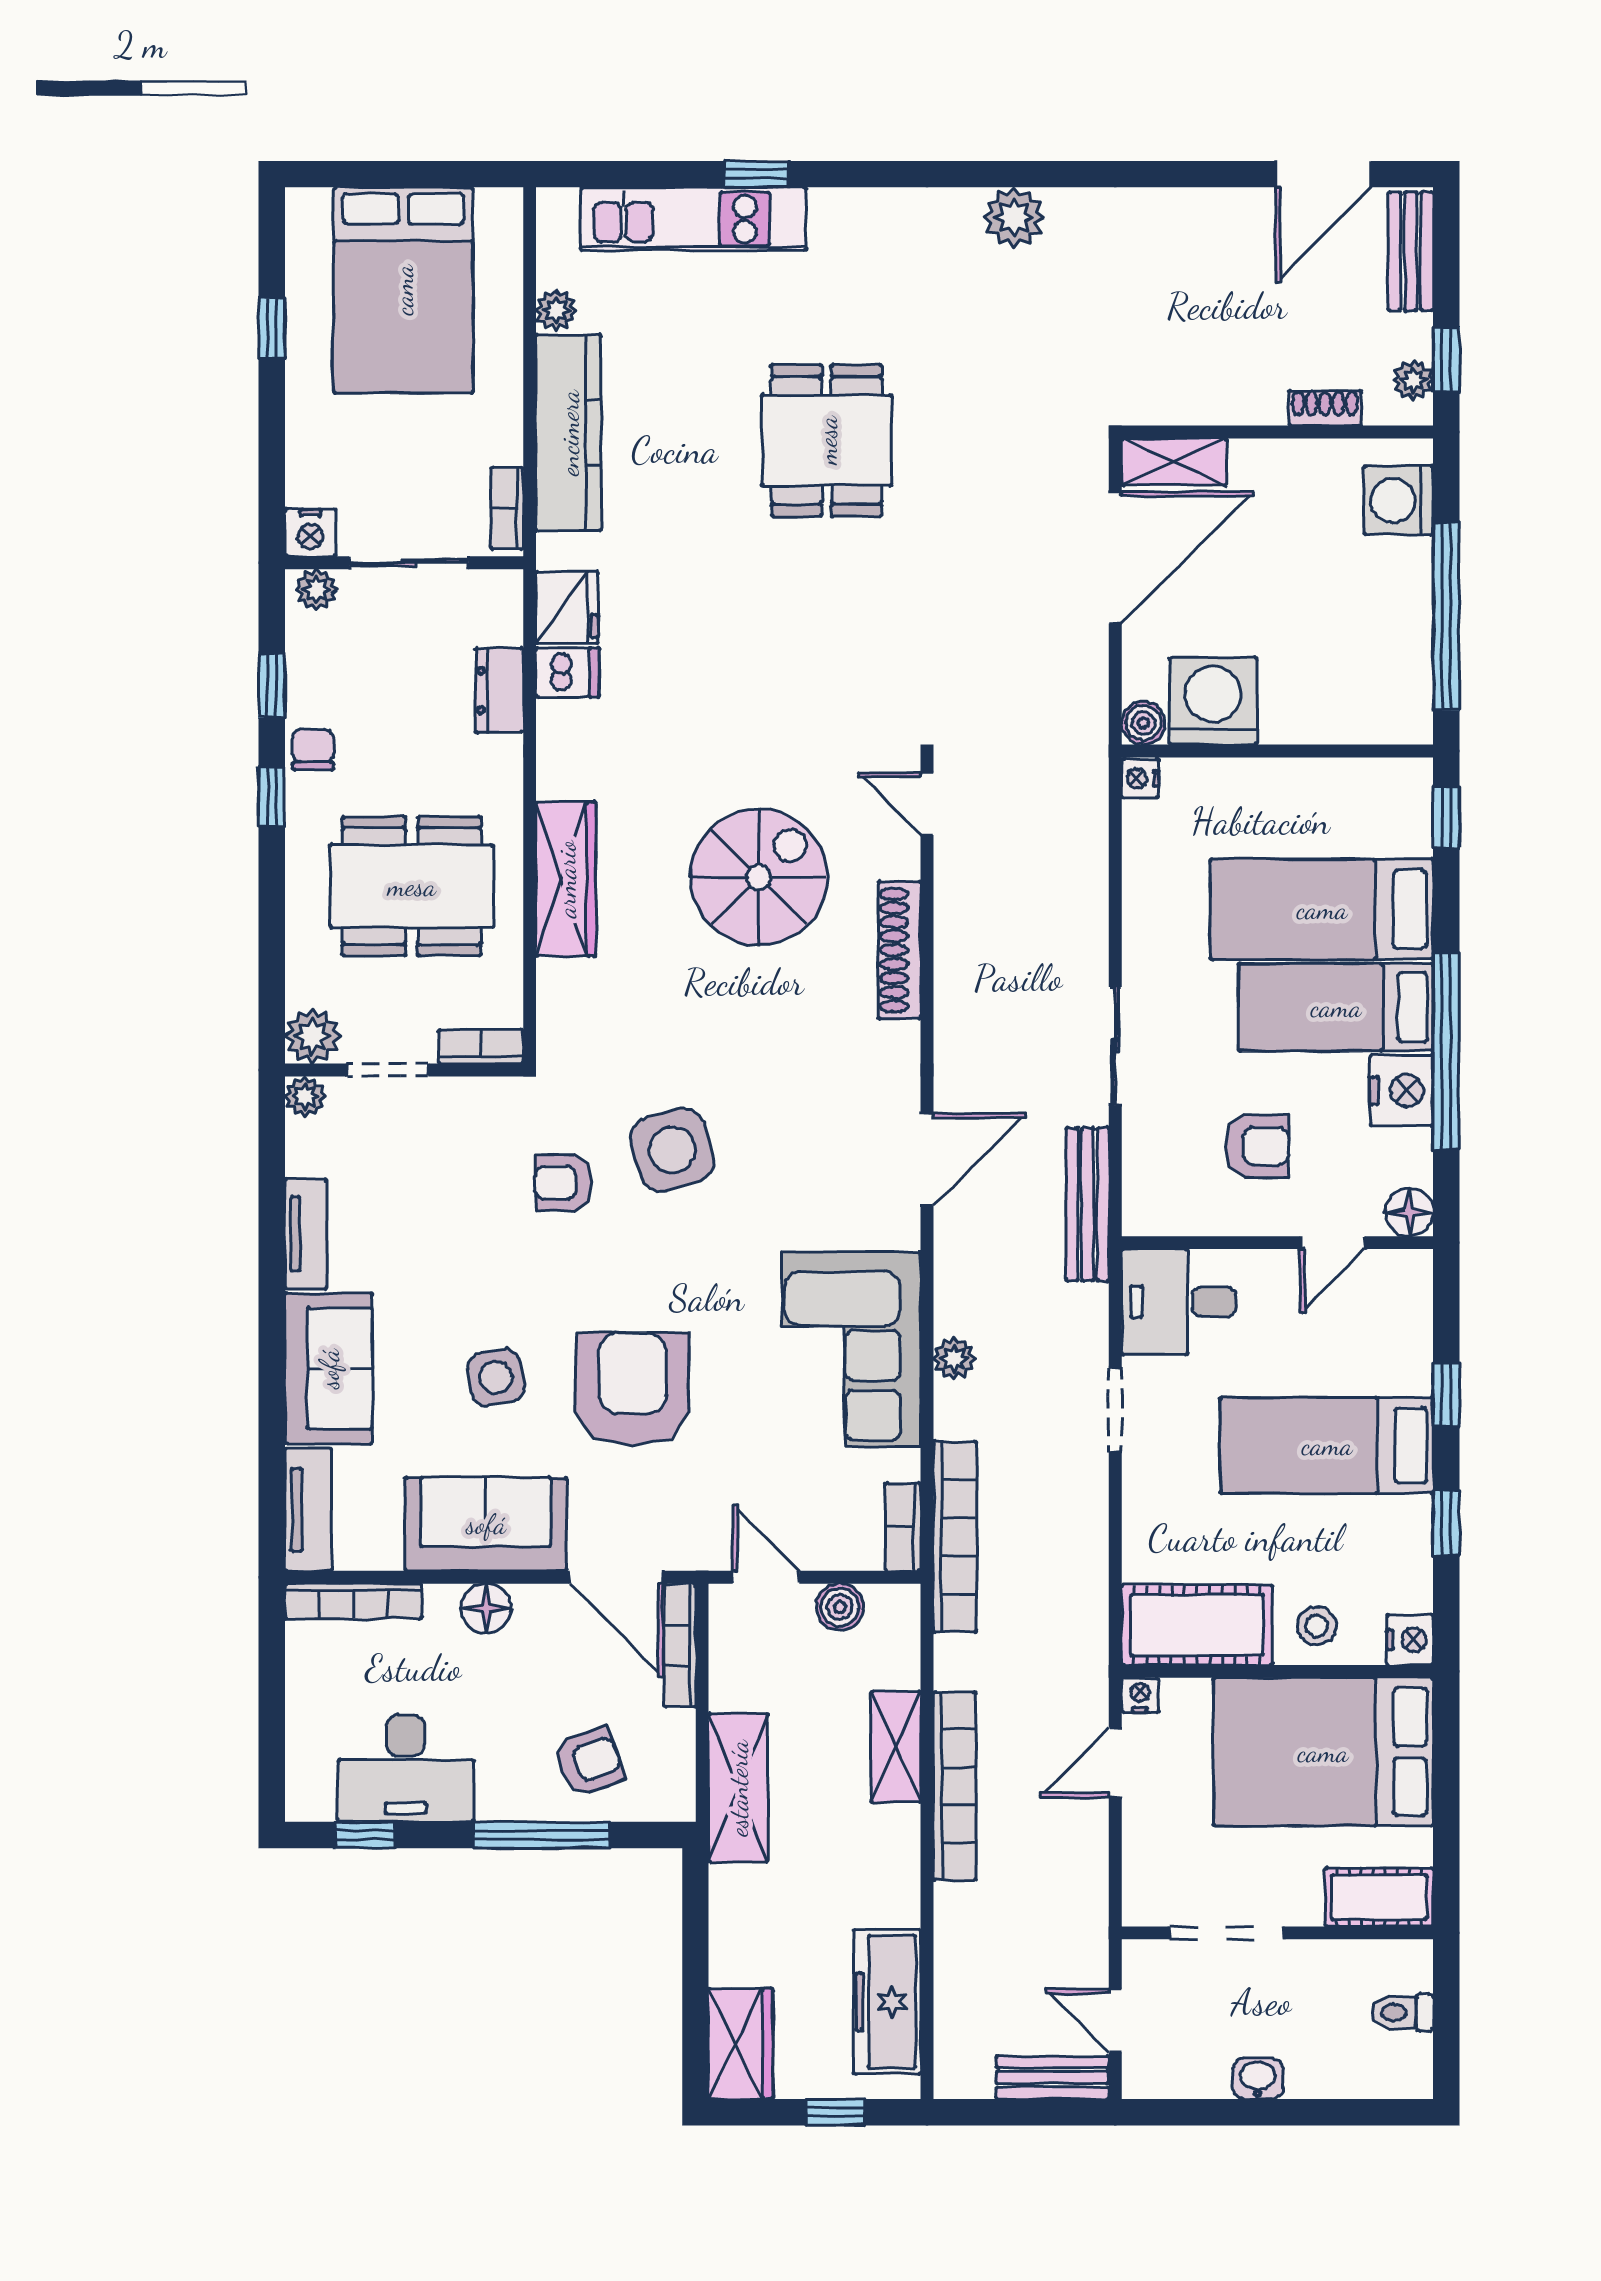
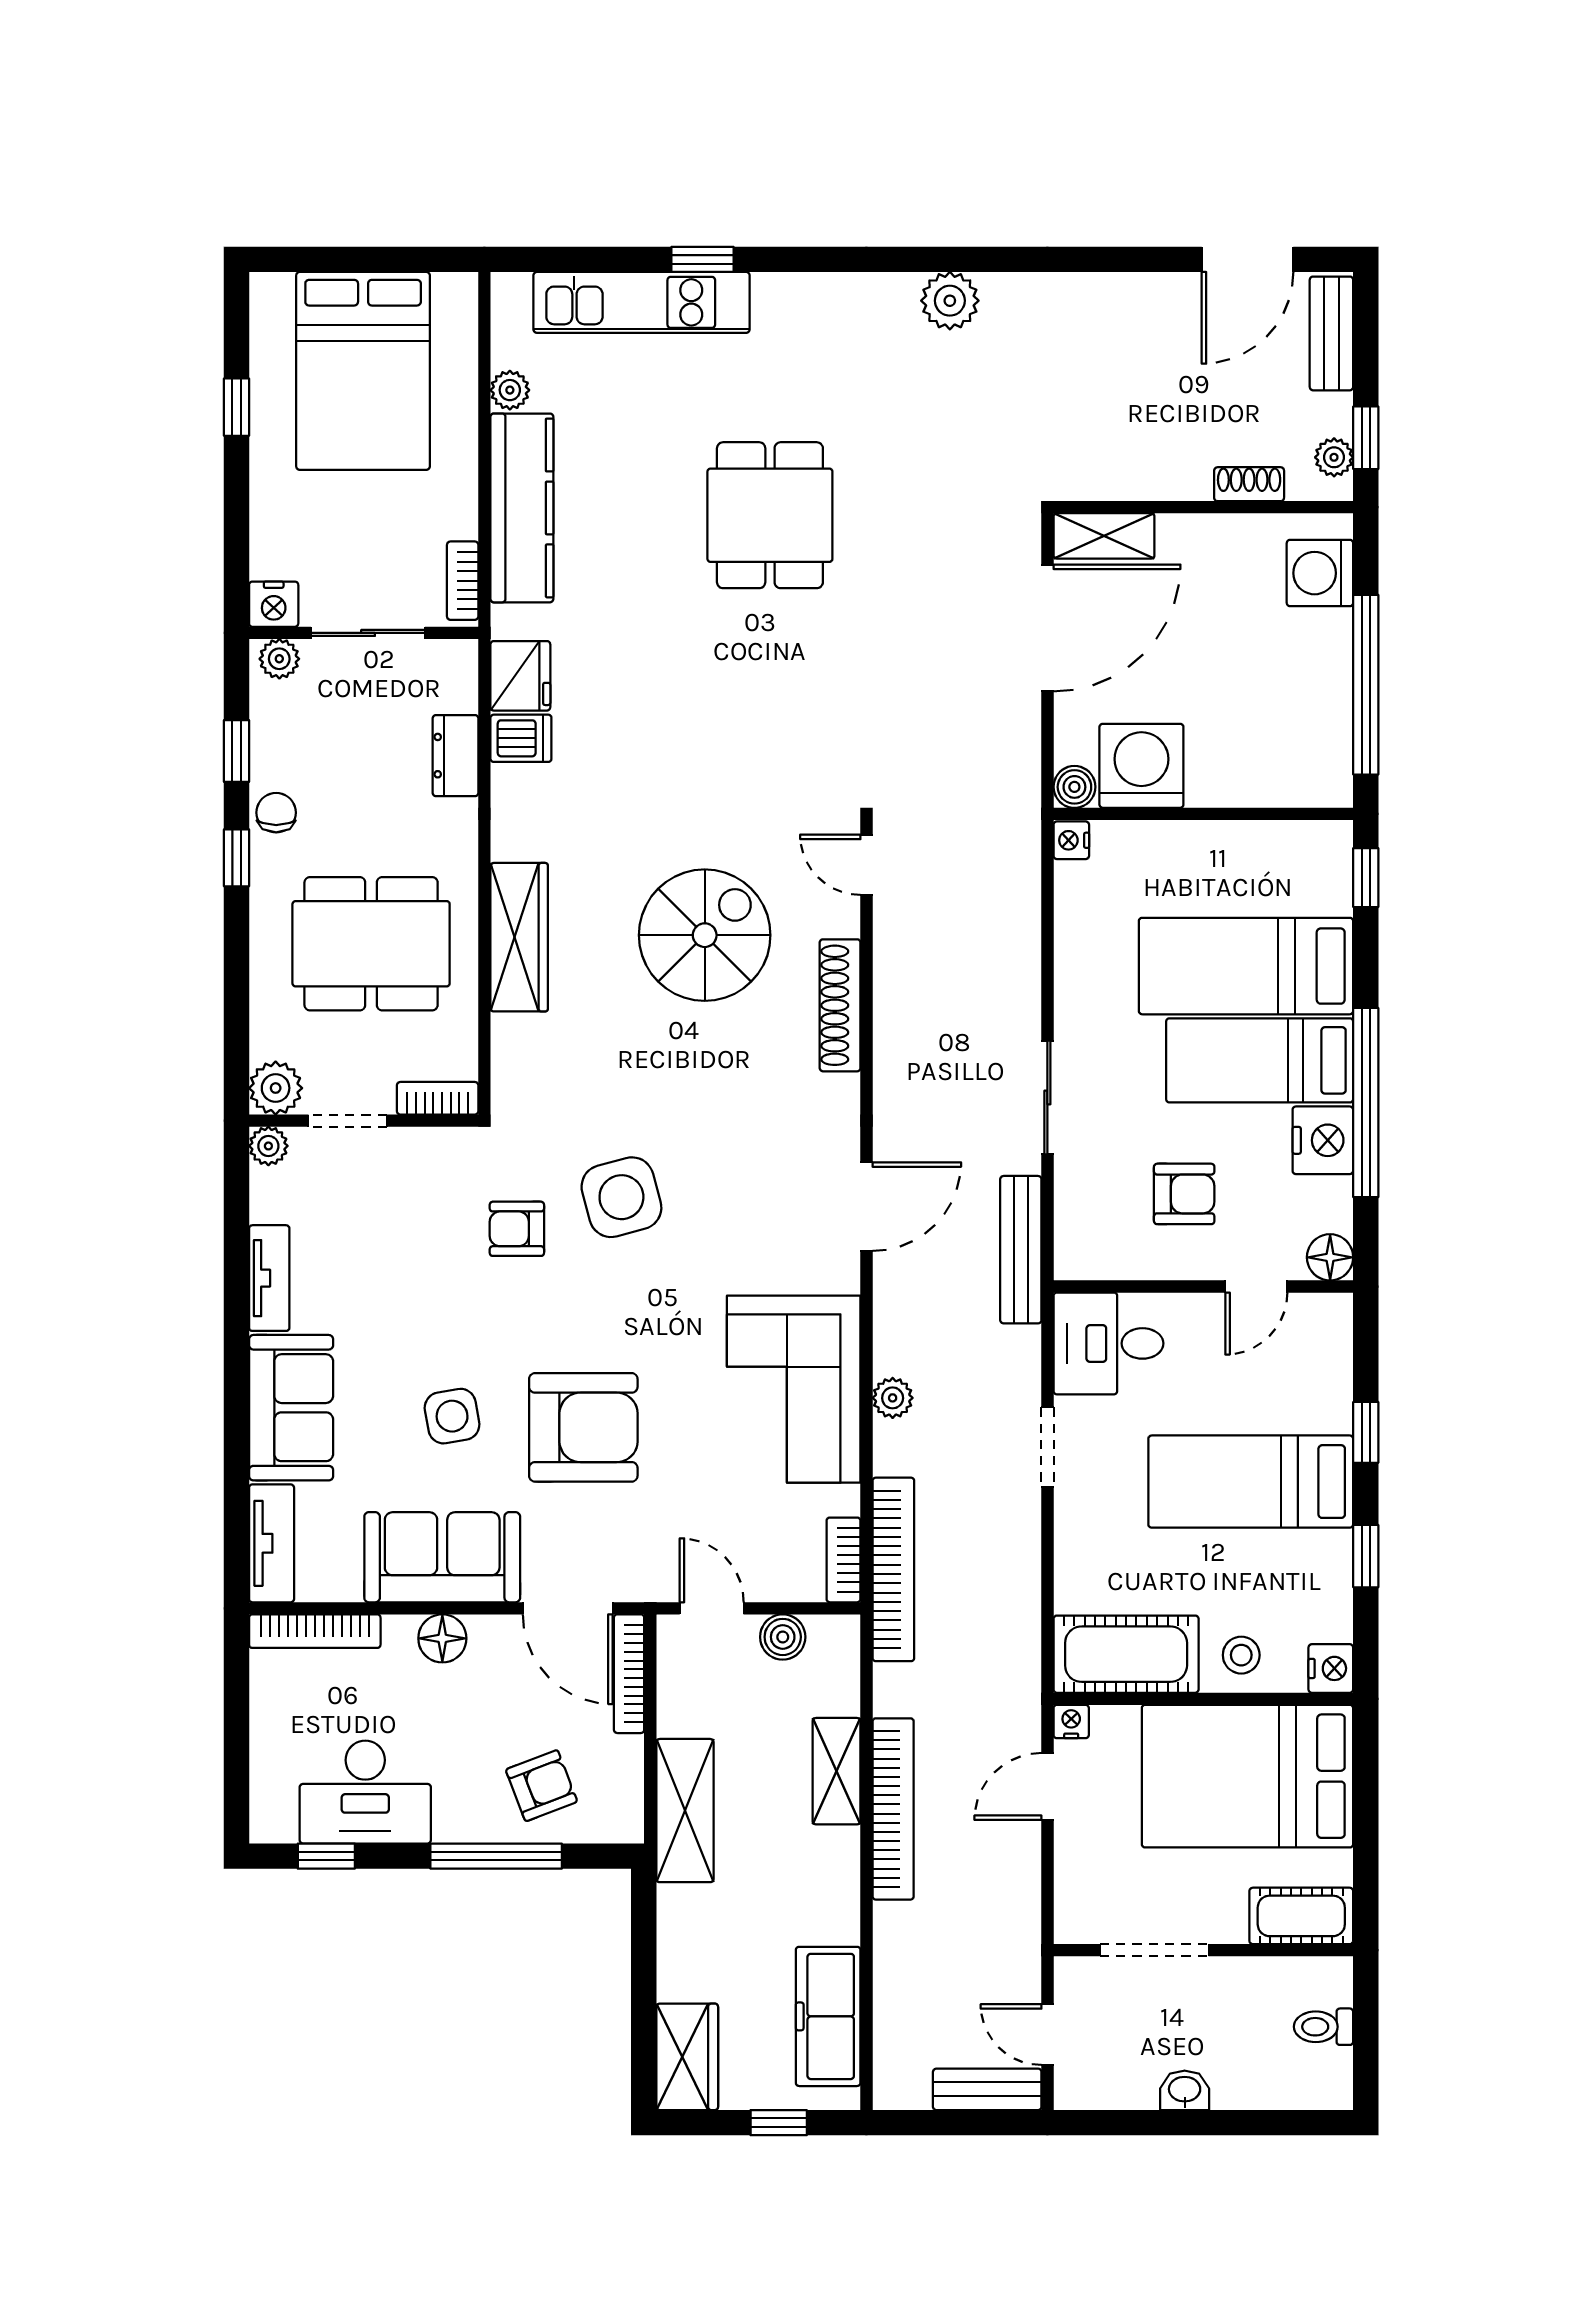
armchair: (633, 1389) -> (583, 1427), turned 90

